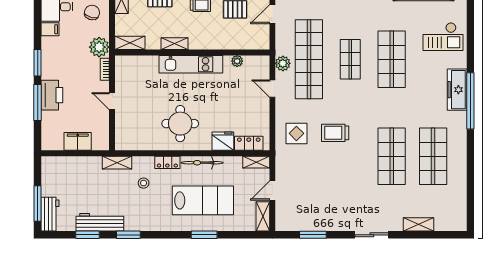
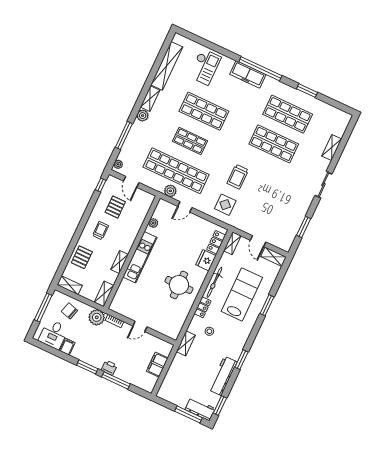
printer: (52, 95) -> (109, 368), width x0.53, depth x0.68
window: (470, 166) -> (307, 91), added
window: (88, 235) -> (220, 406), moved

